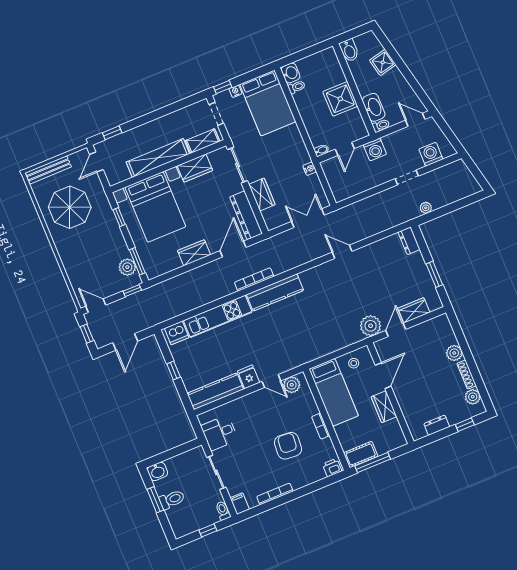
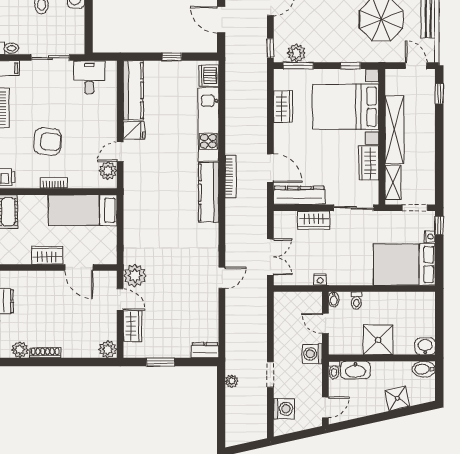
washbasin: (291, 73) -> (425, 346), moved, turned 180
toilet: (297, 87) -> (356, 301), moved
wardrobe: (194, 253) -> (283, 106), moved
plant: (454, 353) -> (108, 349), moved
stool: (354, 363) -> (104, 243), removed

